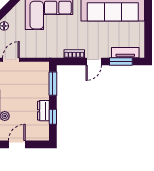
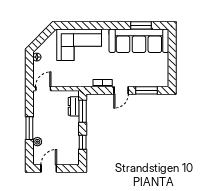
tv unit: (125, 53) -> (151, 82), removed
dresser: (43, 111) -> (74, 106), moved

